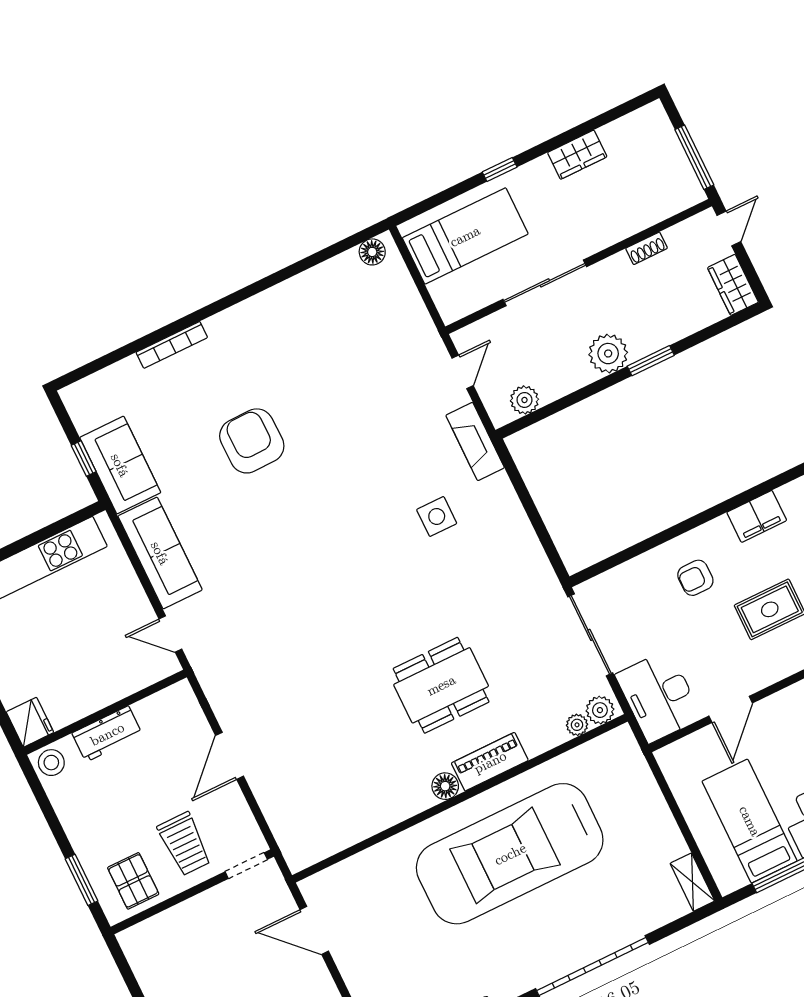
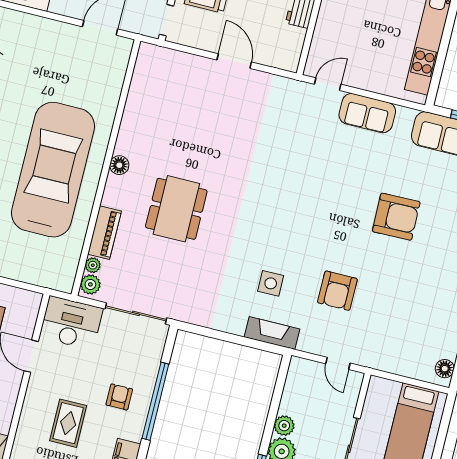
plant: (524, 400) -> (284, 426), moved
armchair: (385, 438) -> (337, 291), added
fireplace: (475, 441) -> (272, 333), moved
window: (668, 535) -> (155, 401), added
sofa: (160, 553) -> (367, 113), width x0.73
piano: (490, 762) -> (104, 233), moved

